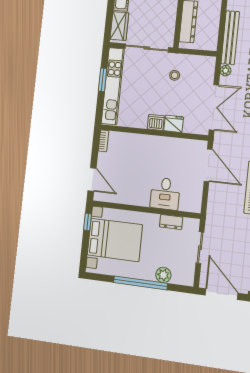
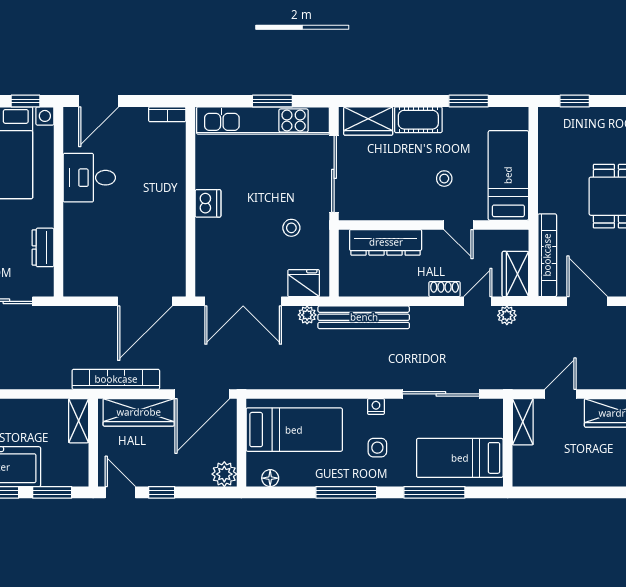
fridge: (174, 124) -> (304, 283), moved, turned -90
desk: (165, 194) -> (89, 178), moved

